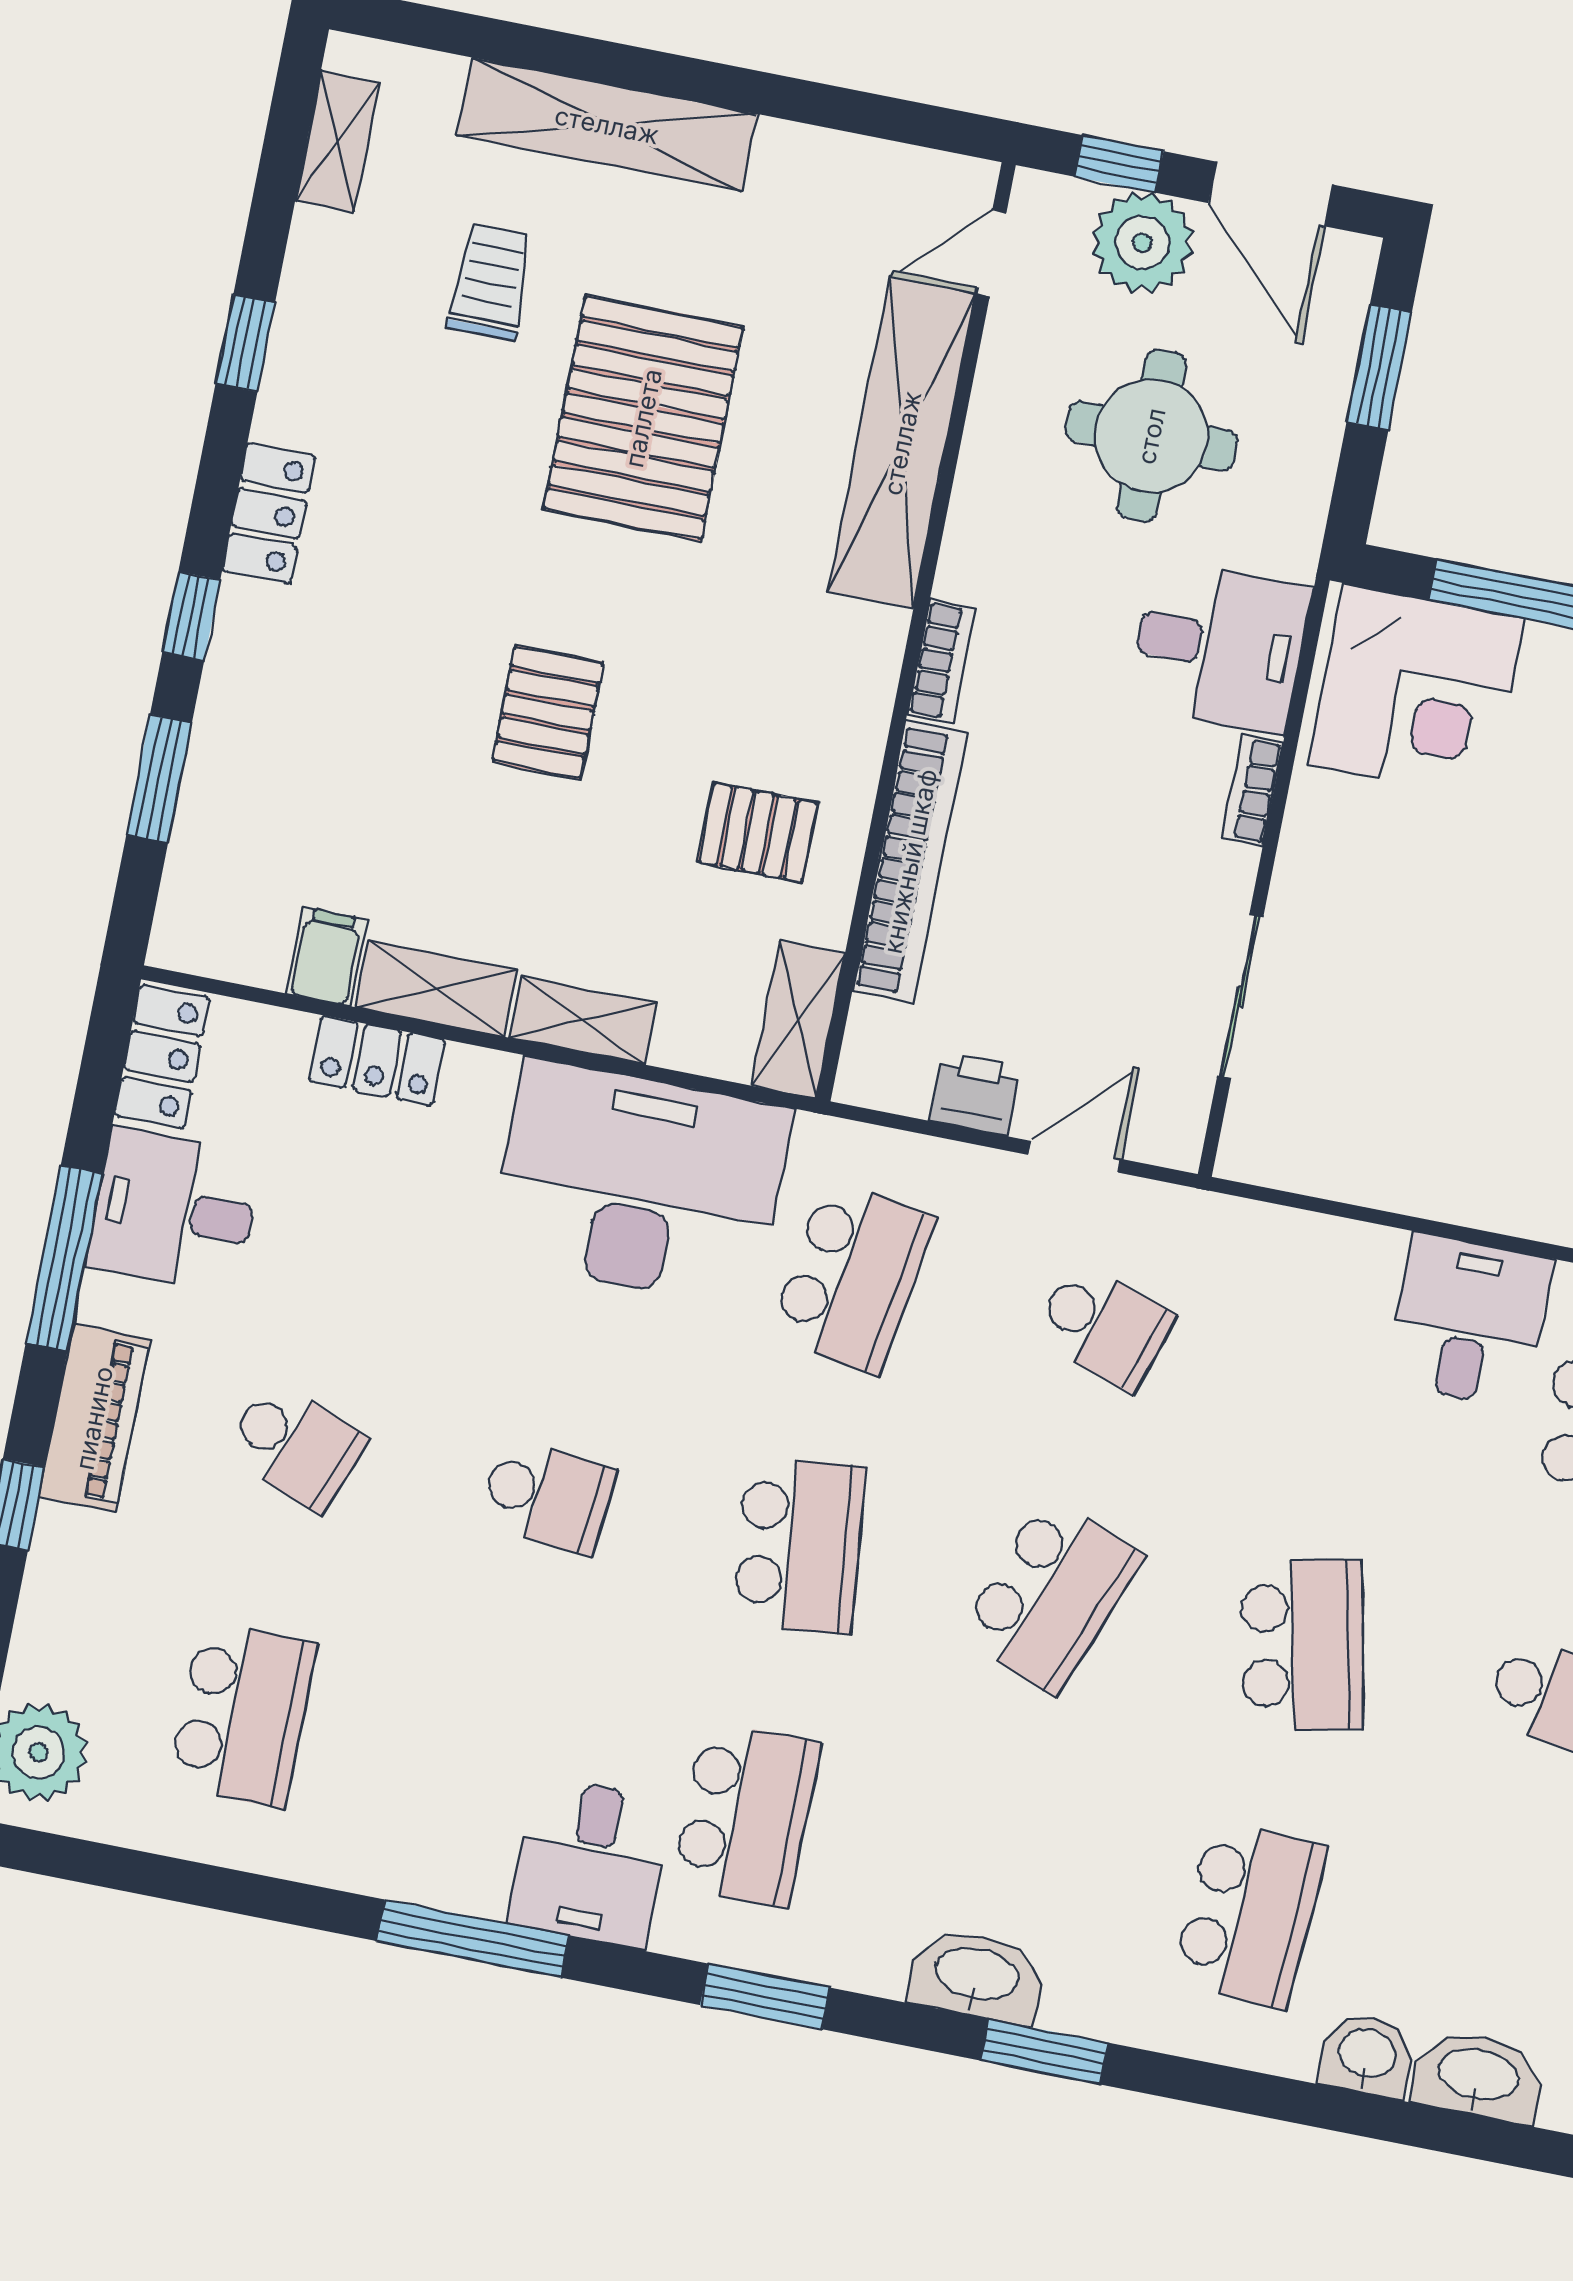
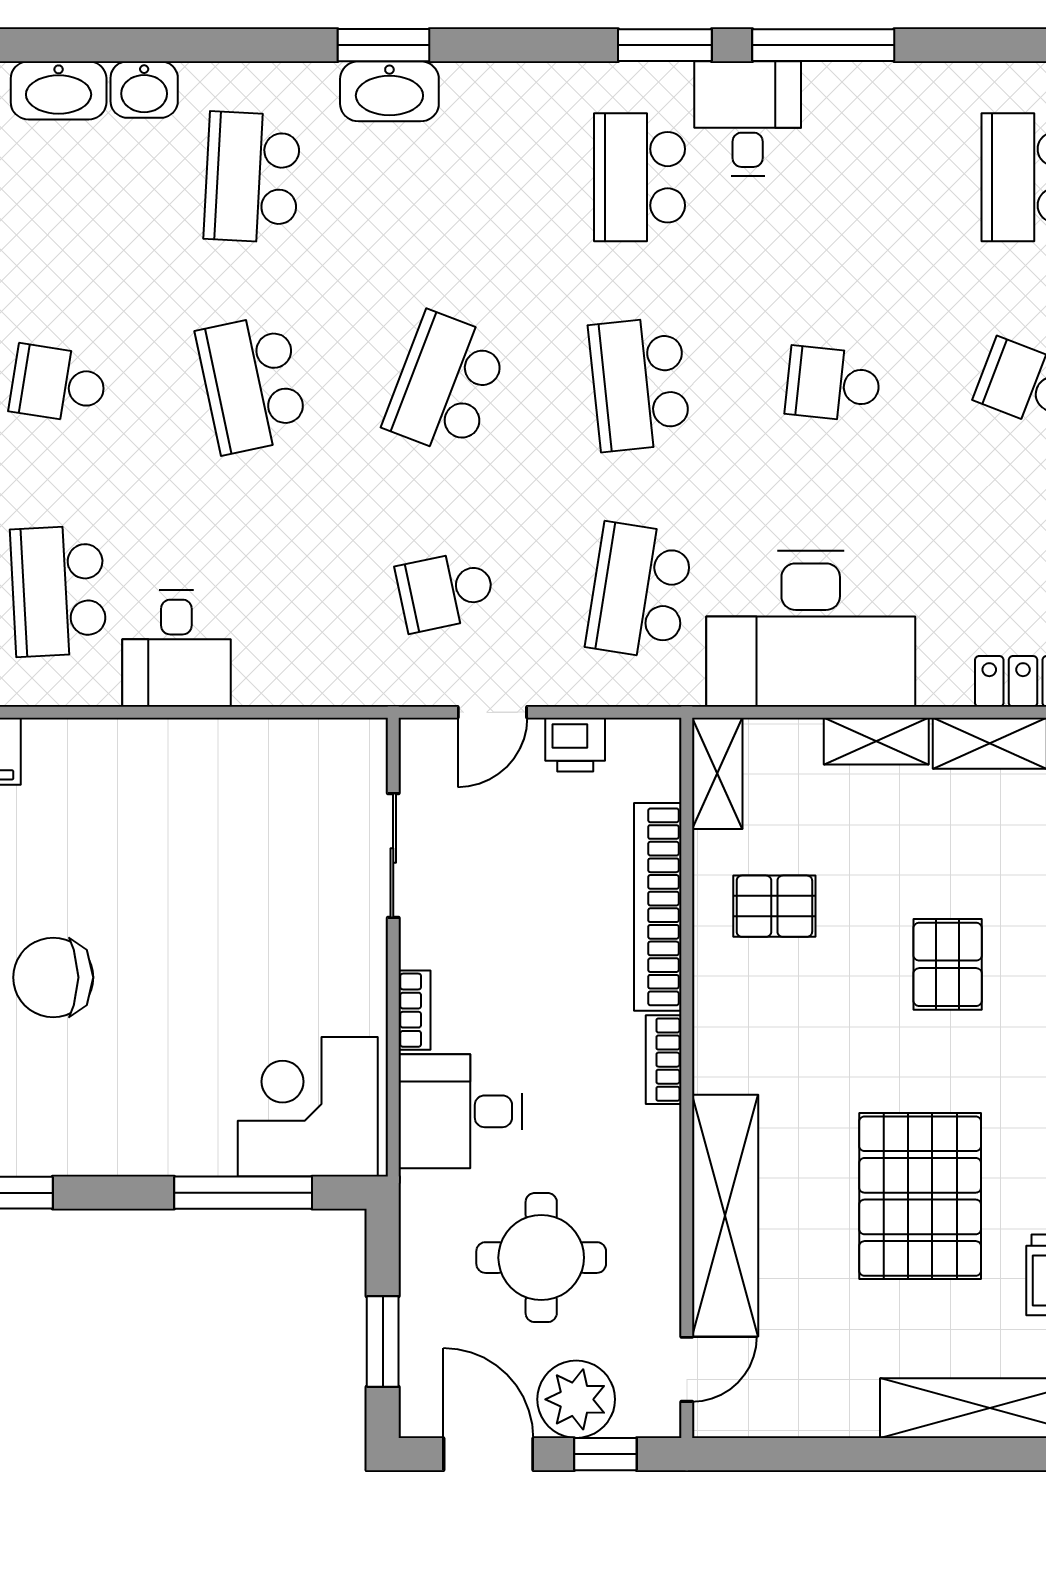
school desk: (1104, 1326) -> (446, 591), turned -30
washbasin: (977, 1976) -> (389, 91), moved
window: (765, 1996) -> (665, 45), moved

